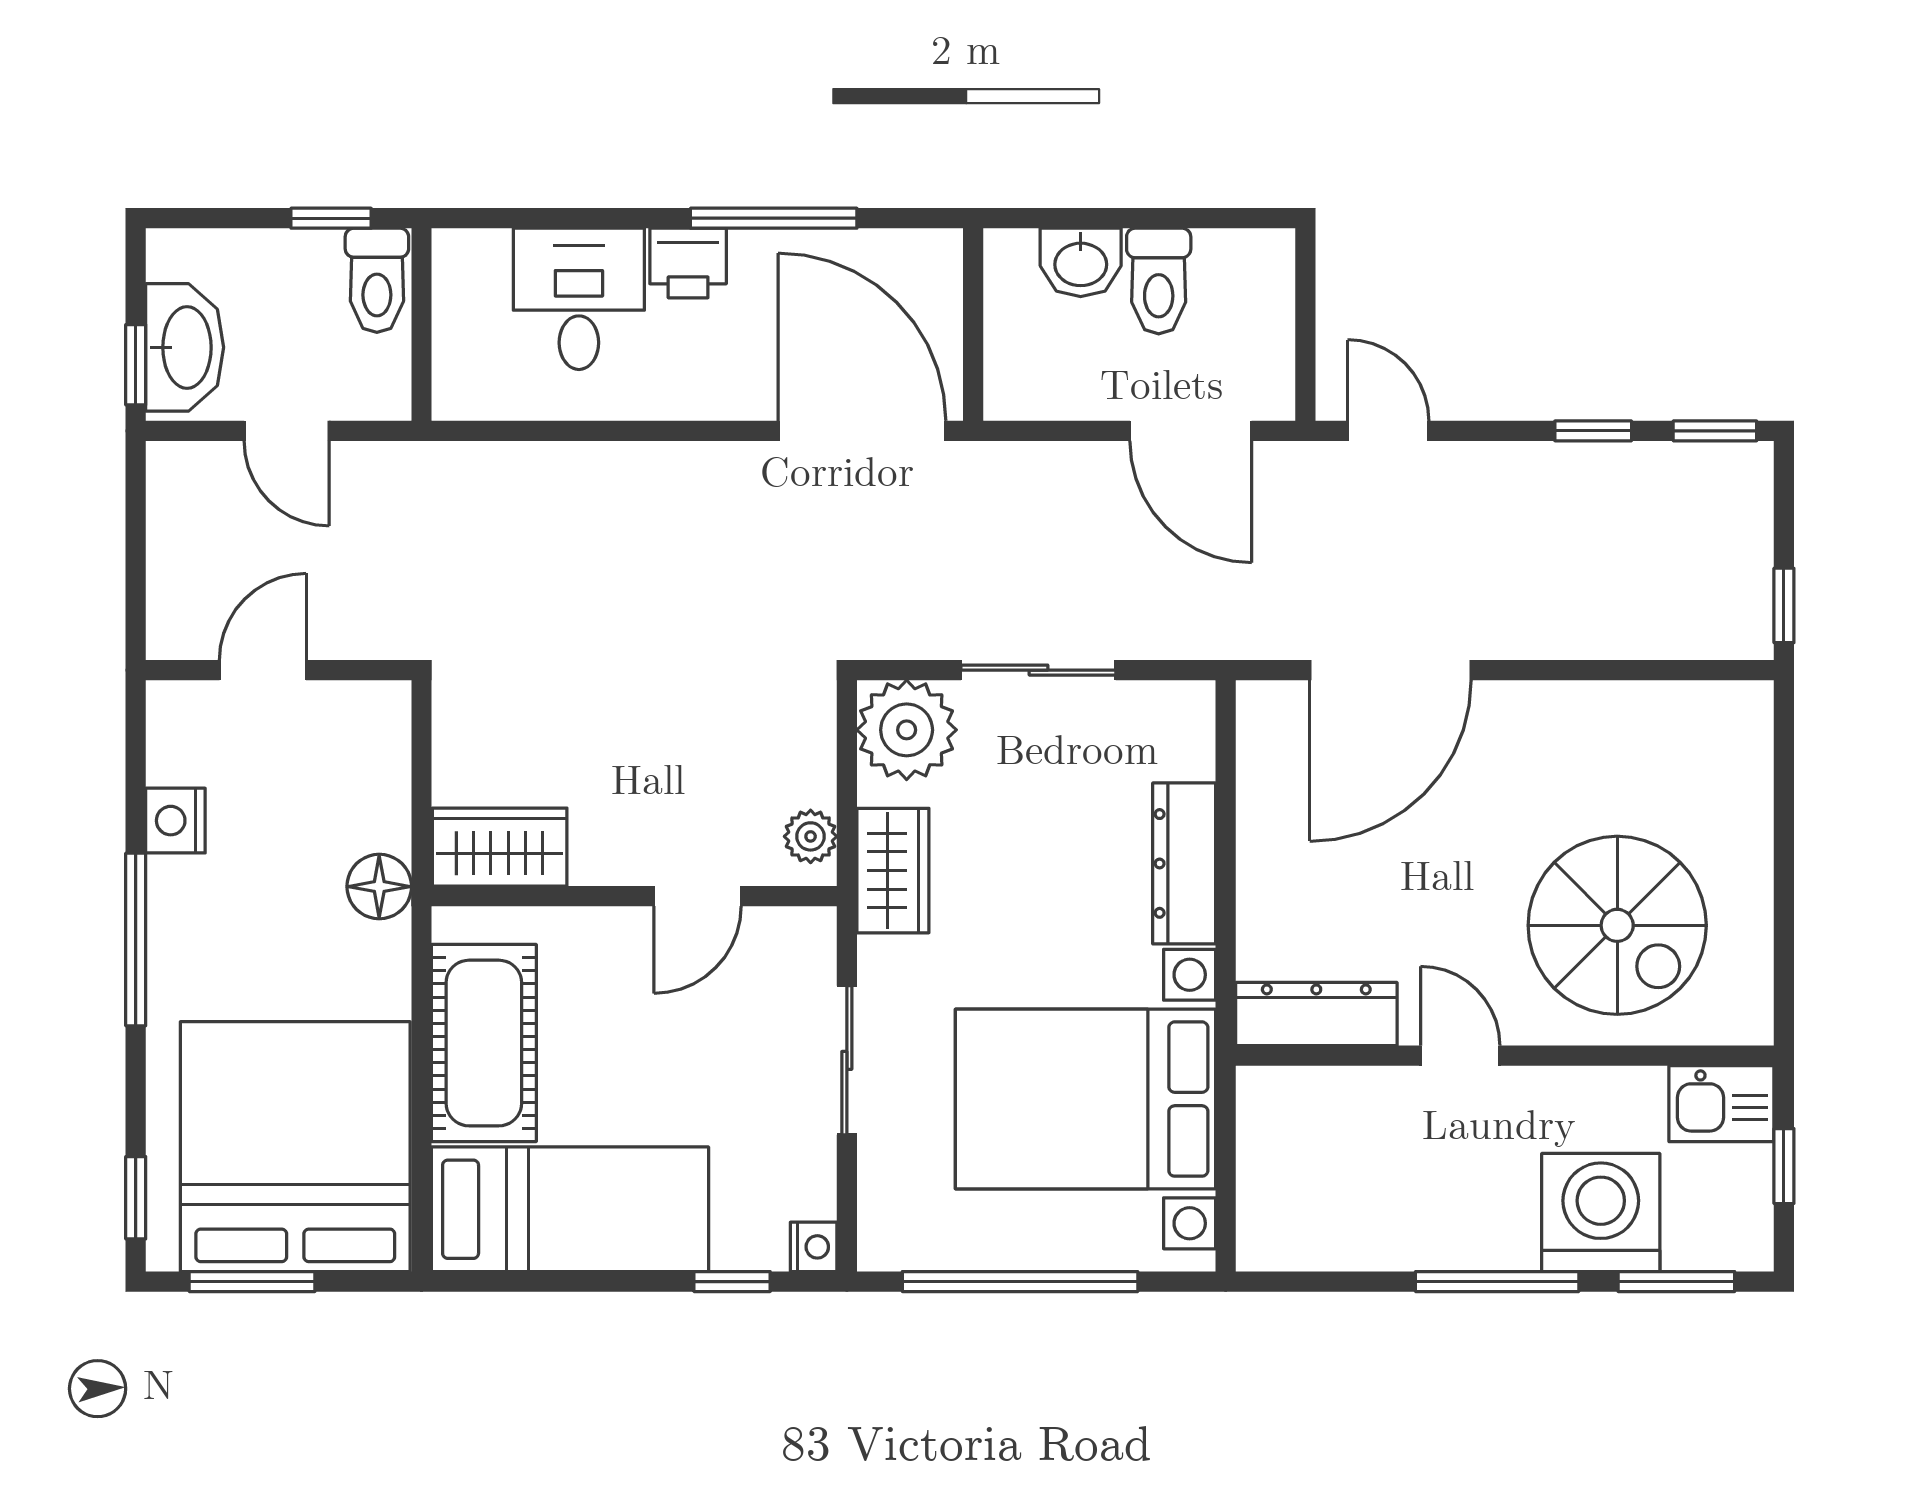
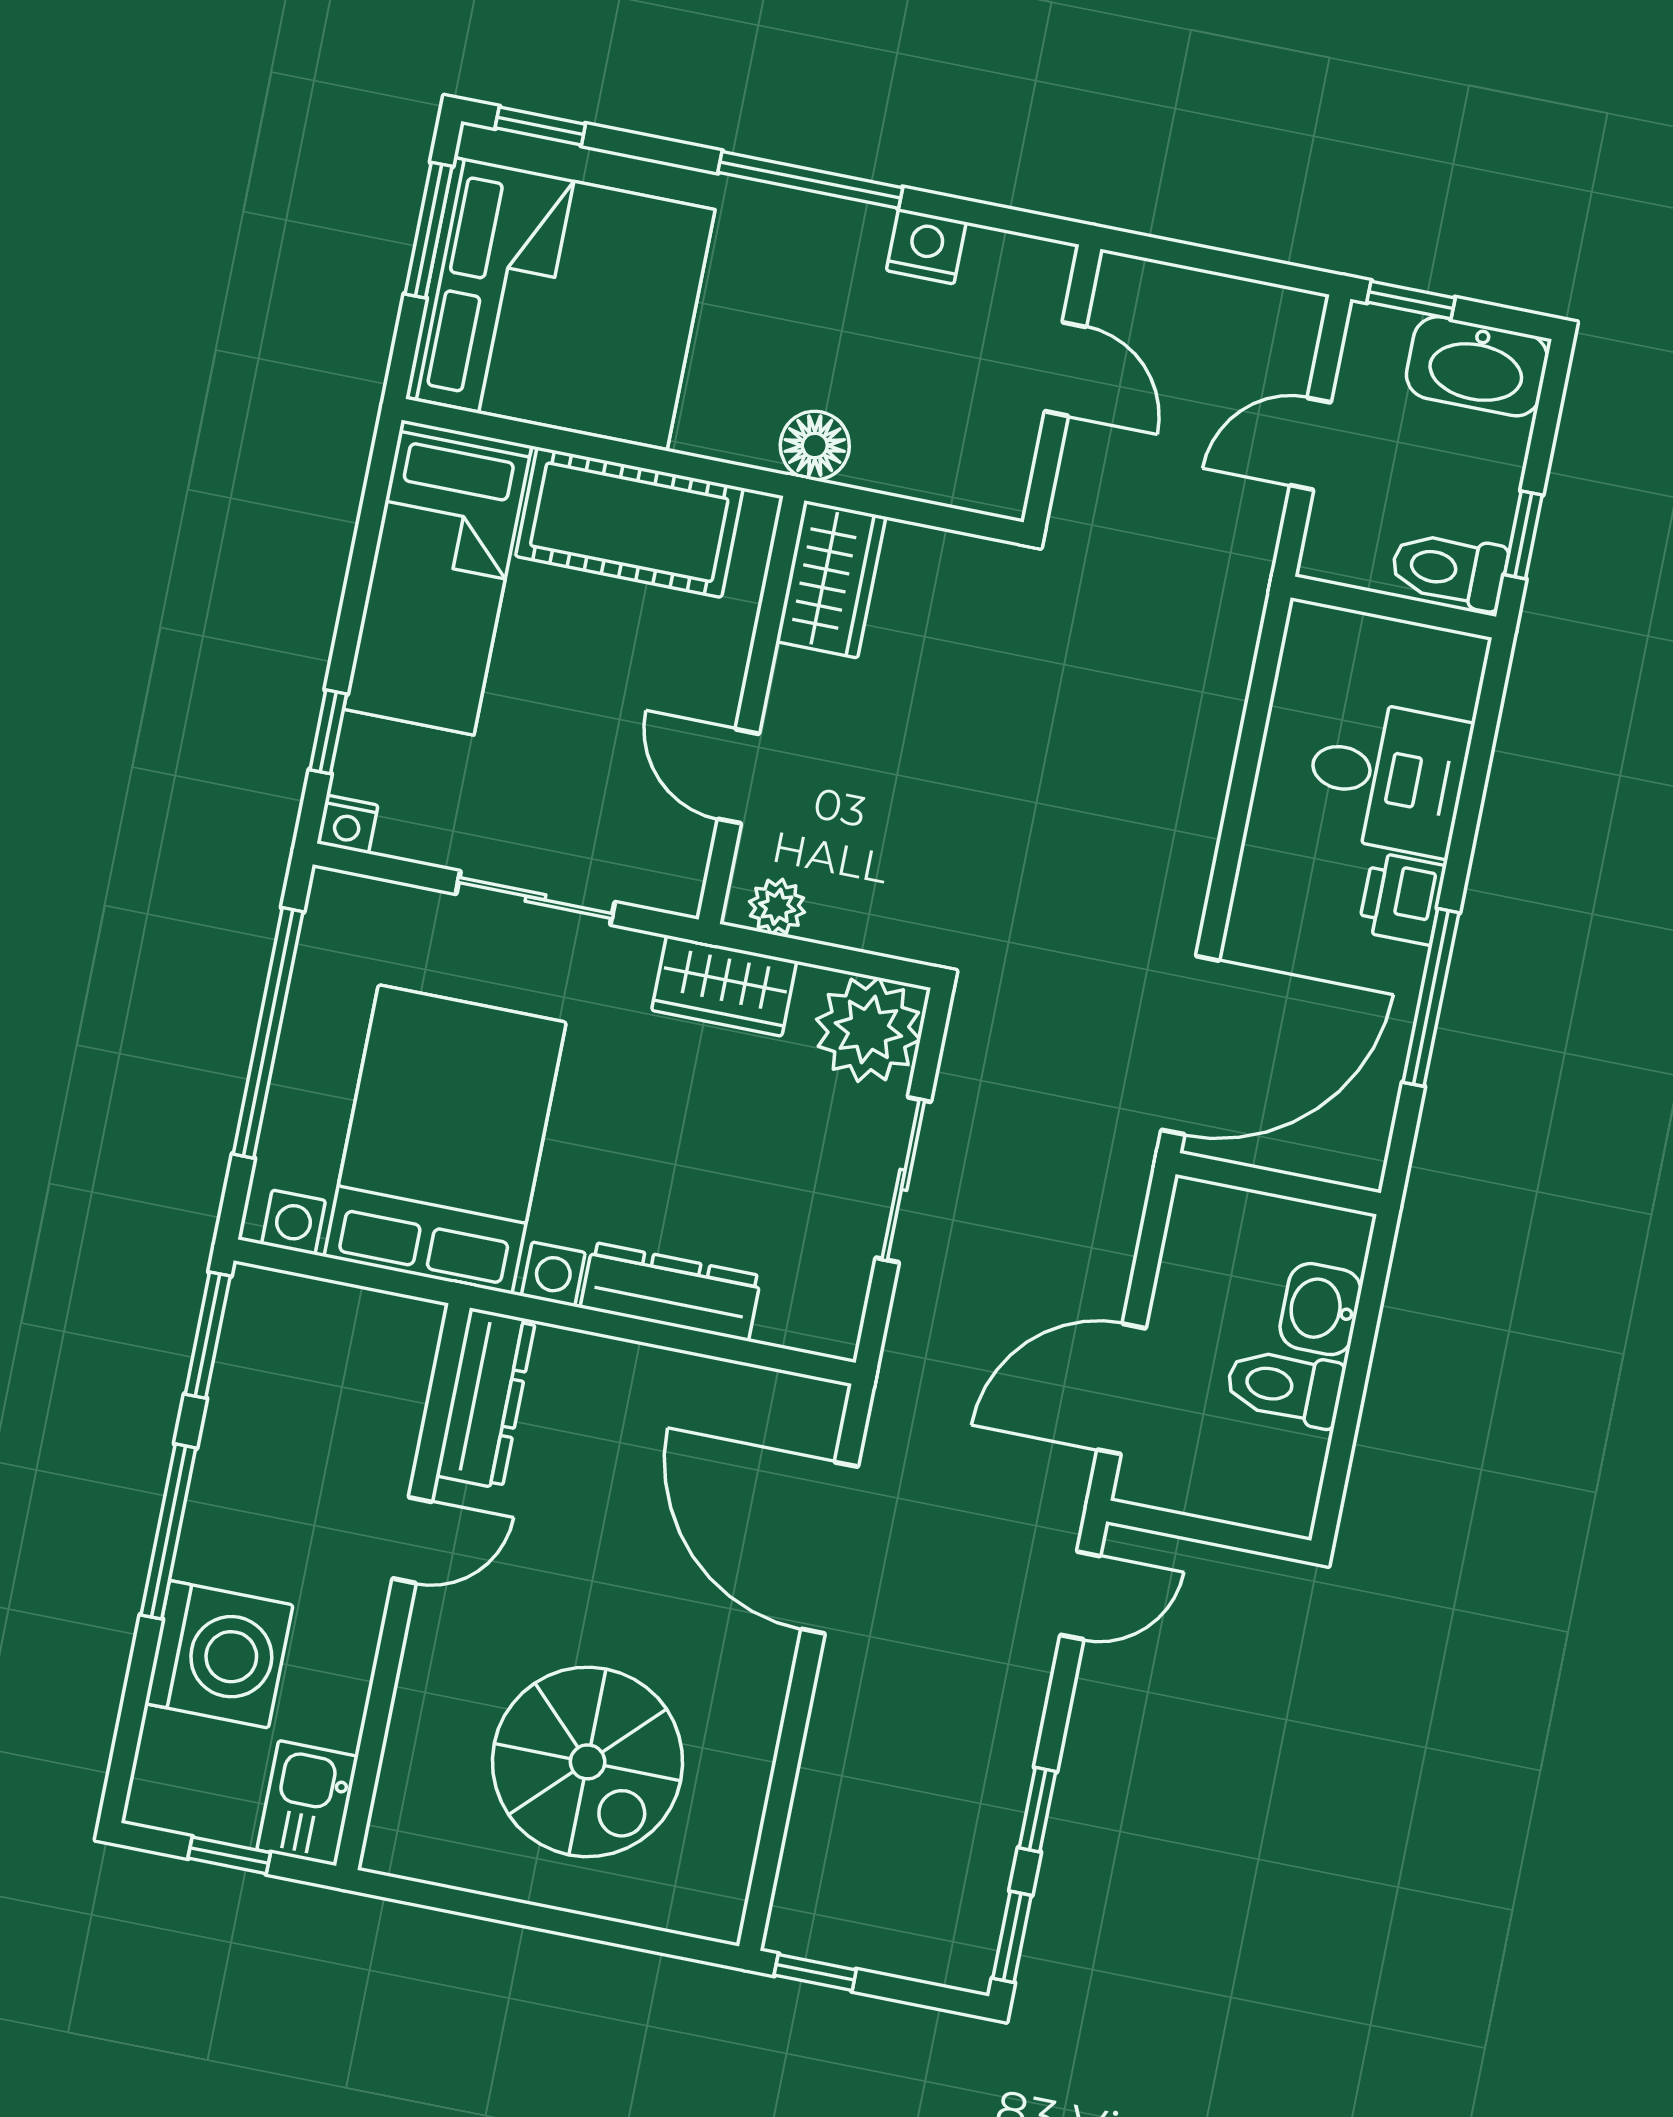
washbasin: (185, 347) -> (1477, 366), moved
spiral stairs: (1617, 925) -> (588, 1762), moved, turned -90
window: (1676, 1282) -> (208, 1335), moved

